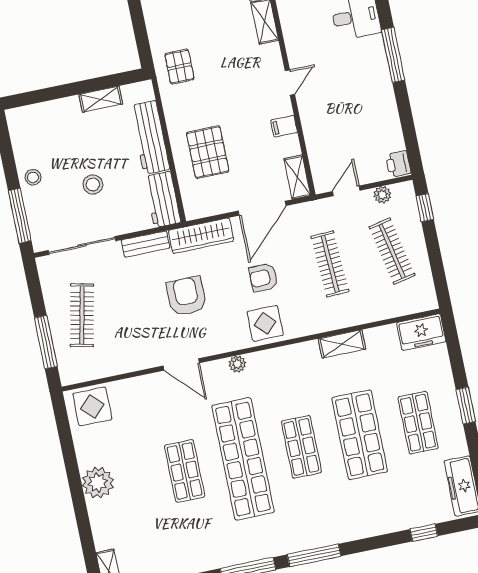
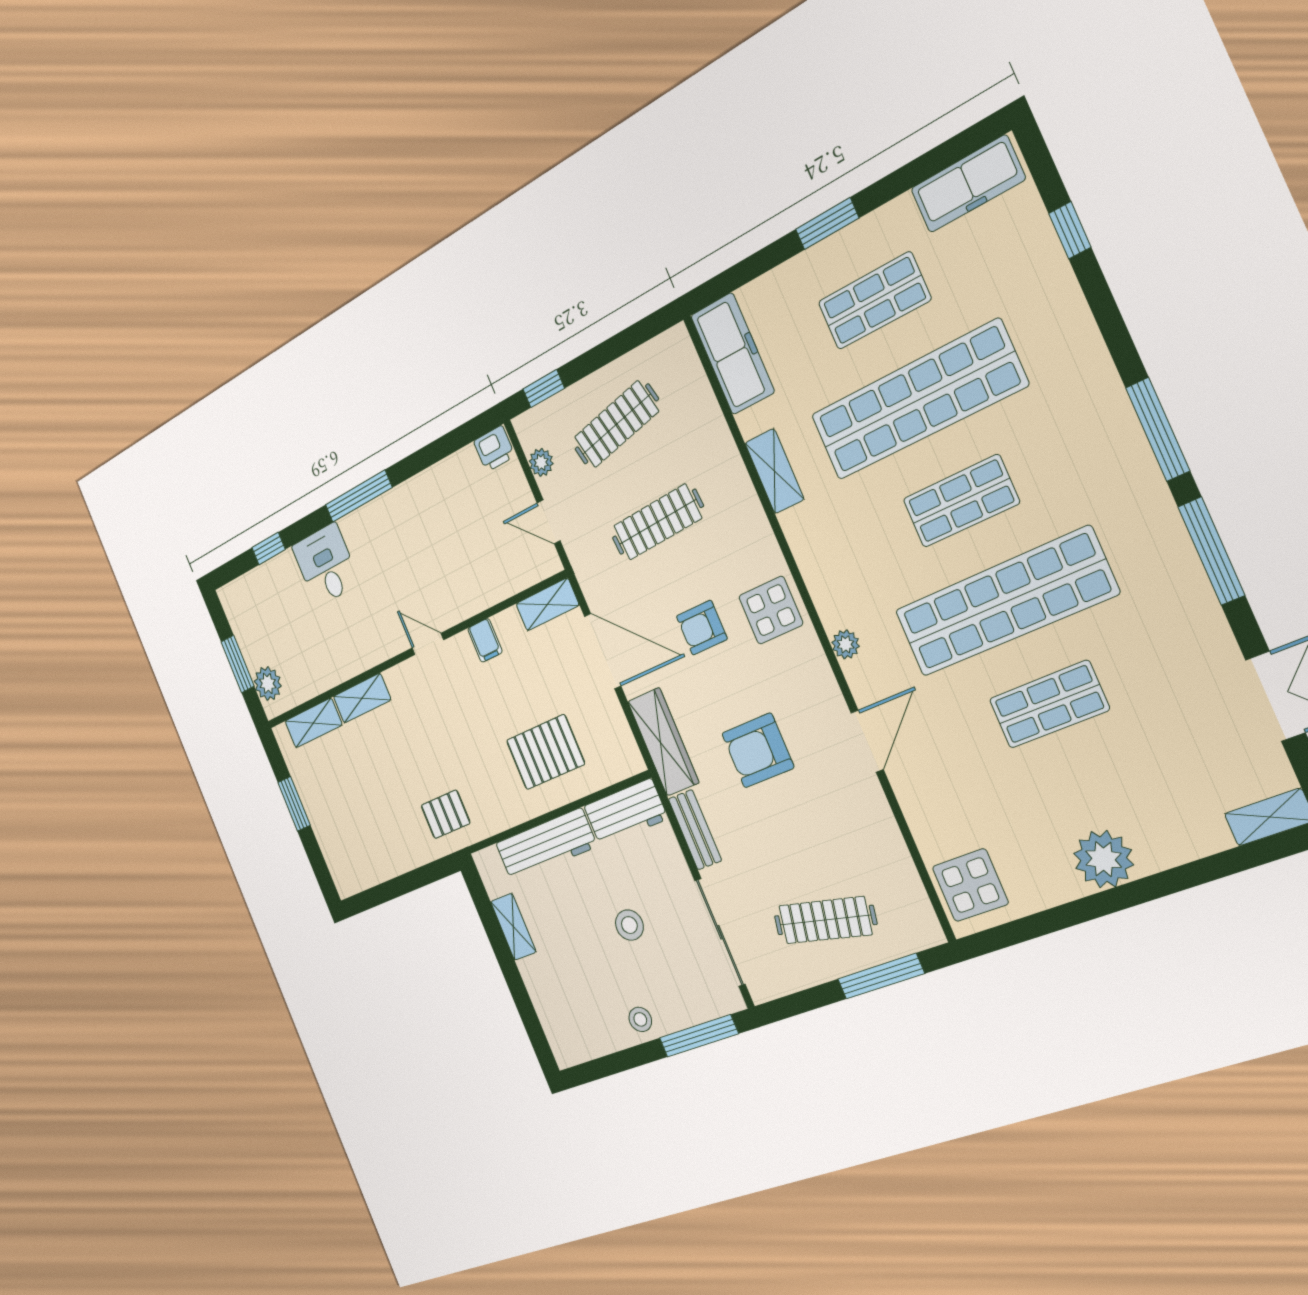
armchair: (264, 278) -> (702, 628), turned 90
freezer: (421, 332) -> (733, 354), width x1.40
shop shelf: (360, 435) -> (917, 401), width x1.40

